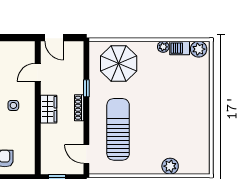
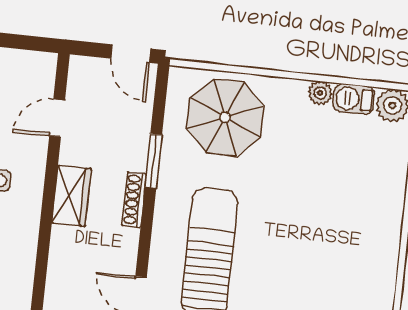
door: (54, 38) -> (131, 54), moved
window: (86, 88) -> (153, 161), width x1.50

